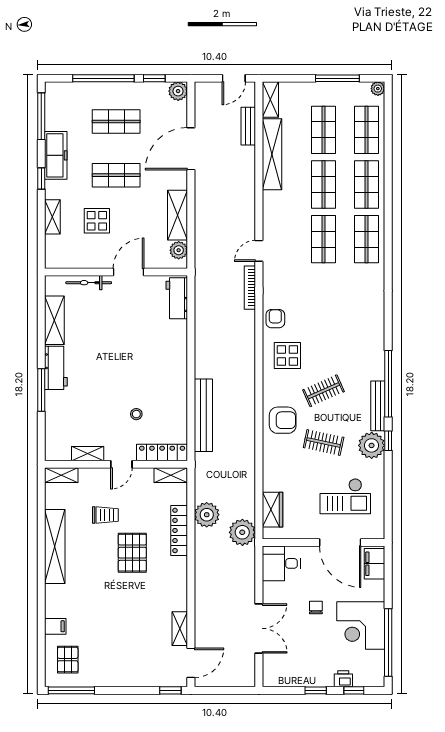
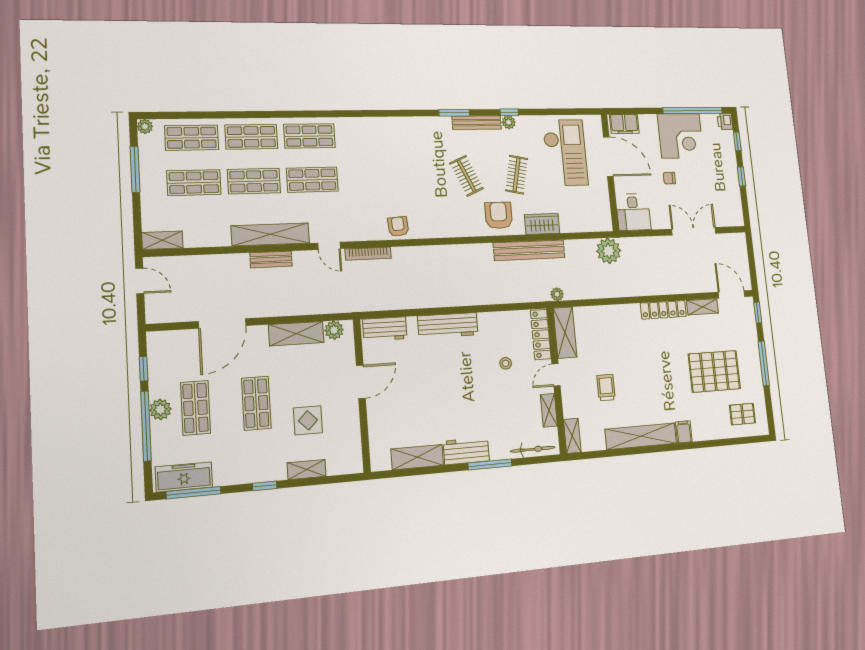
plant: (178, 91) -> (160, 409), moved
bench: (248, 126) -> (271, 259), moved
door: (191, 149) -> (222, 323), hinge flipped
shelving: (272, 154) -> (270, 234), moved
freezer: (56, 155) -> (184, 477), moved
door: (129, 272) -> (361, 382), swing flipped
bicycle: (89, 283) -> (533, 449), moved, turned -90
armchair: (275, 319) -> (398, 226), turned 86
display table: (287, 355) -> (434, 213), removed
workbench: (177, 360) -> (448, 325), added
window: (388, 384) -> (454, 113), width x0.47
bench: (203, 415) -> (529, 250), moved
plant: (372, 445) -> (509, 122), width x0.53, depth x0.53
door: (121, 464) -> (556, 375), swing flipped
shelving: (171, 475) -> (565, 333), width x1.50, depth x1.33
checkout: (345, 496) -> (565, 153), width x1.36, depth x1.21
wardrobe: (273, 510) -> (542, 224), moved
plant: (207, 515) -> (557, 294), moved, width x0.53, depth x0.53
locker: (179, 530) -> (663, 310), moved
door: (340, 542) -> (608, 157), hinge flipped
pallet: (132, 553) -> (714, 371), moved, width x1.37, depth x1.41
filing cabinet: (55, 626) -> (684, 432), moved
printer: (343, 679) -> (725, 121), moved
window: (71, 690) -> (764, 363), moved

